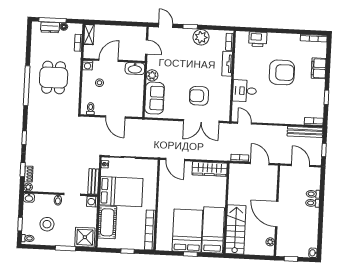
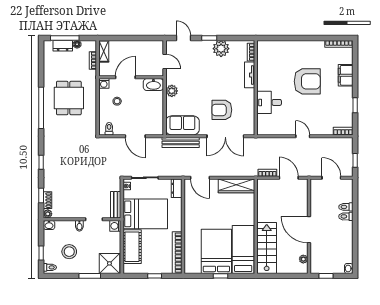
printer: (258, 39) -> (280, 48), removed
sofa: (155, 98) -> (182, 125), moved, turned -90
door: (245, 123) -> (303, 136), moved
bench: (305, 132) -> (181, 142), moved
dresser: (152, 169) -> (177, 188), added

